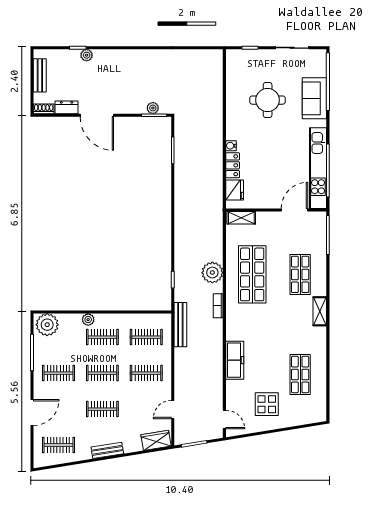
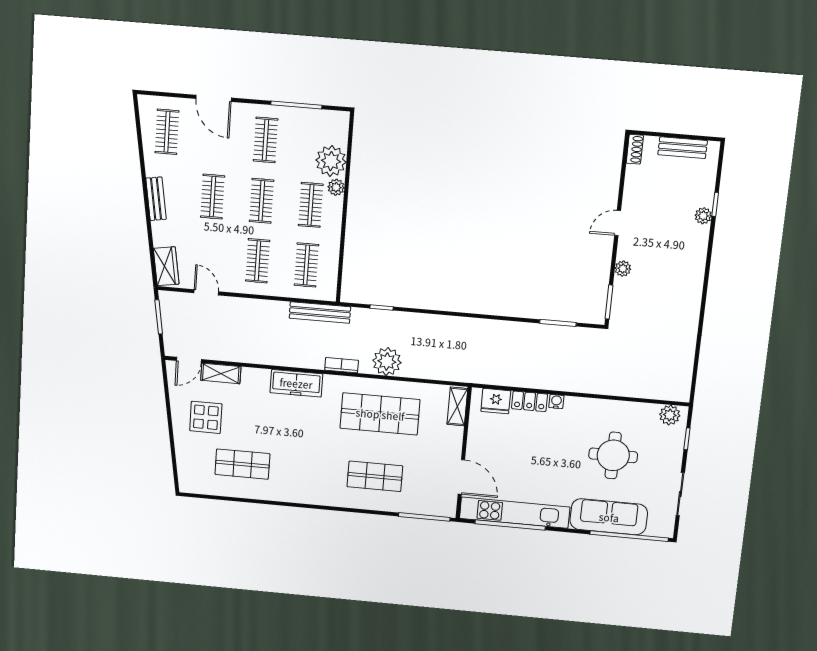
plant: (233, 62) -> (670, 415), added
sofa: (314, 98) -> (609, 517), width x1.36
dresser: (67, 107) -> (633, 182), removed
plant: (153, 108) -> (623, 269), moved
door: (97, 115) -> (618, 223), width x0.53
shelving: (320, 311) -> (221, 373), moved
plant: (47, 325) -> (331, 161), moved
freezer: (235, 360) -> (296, 383), moved

